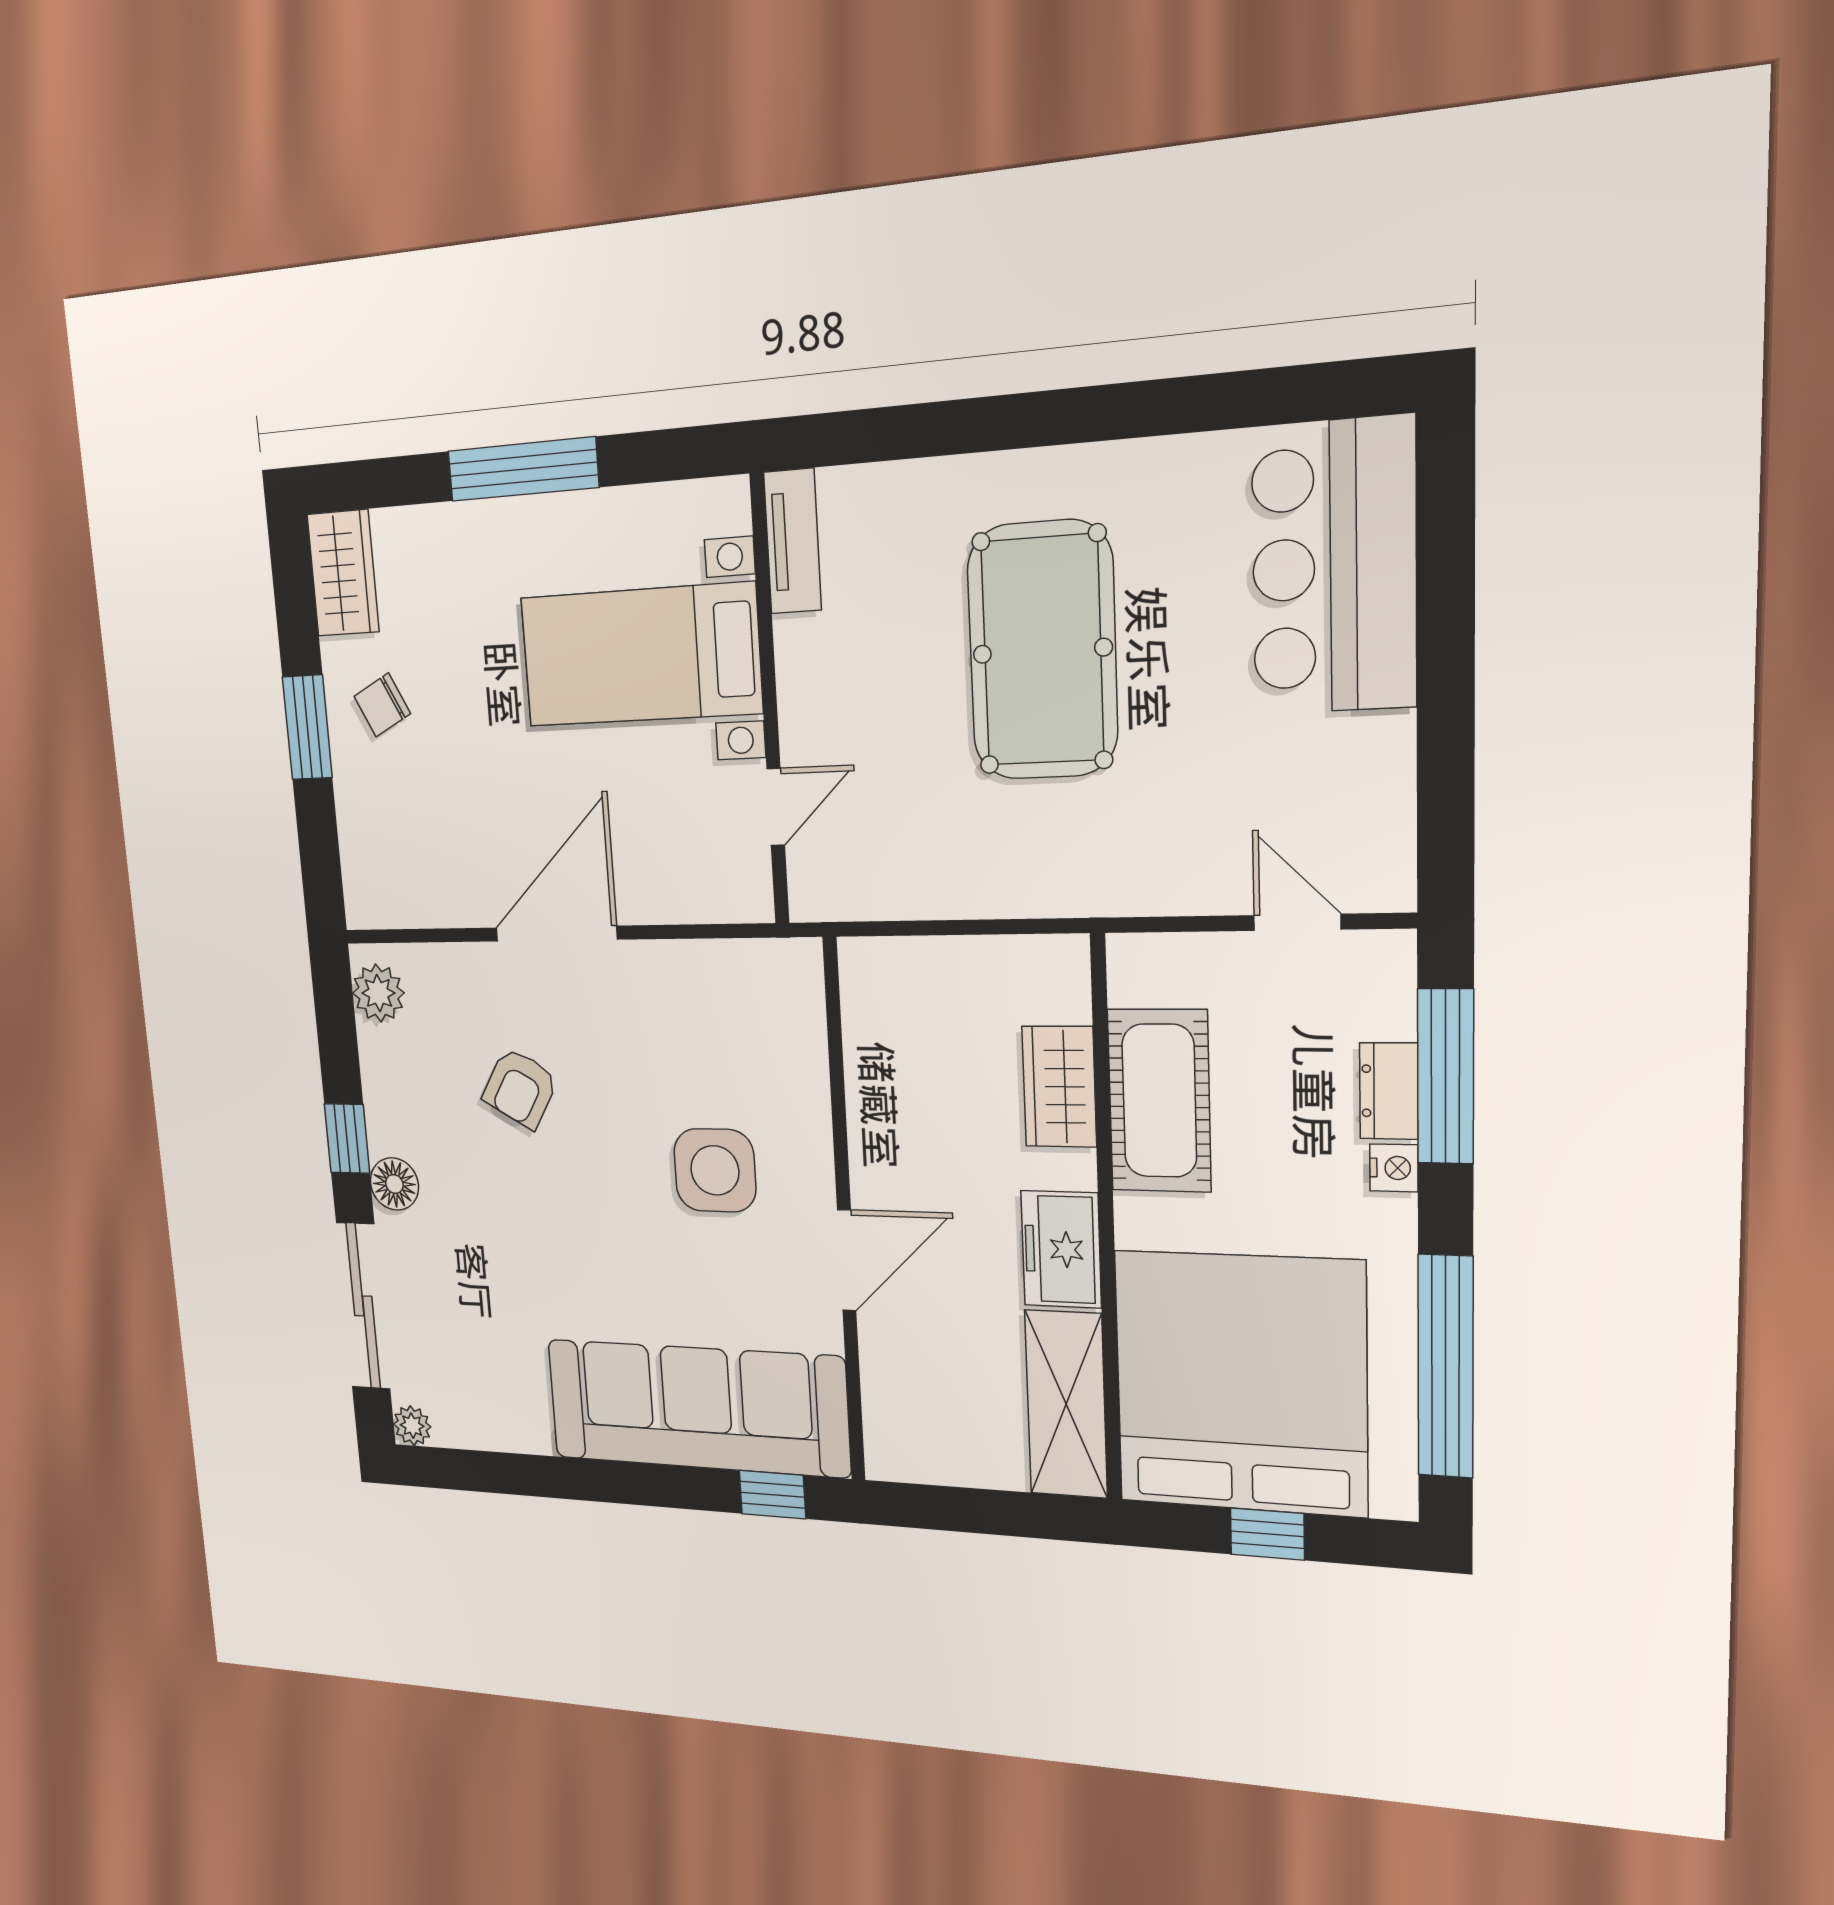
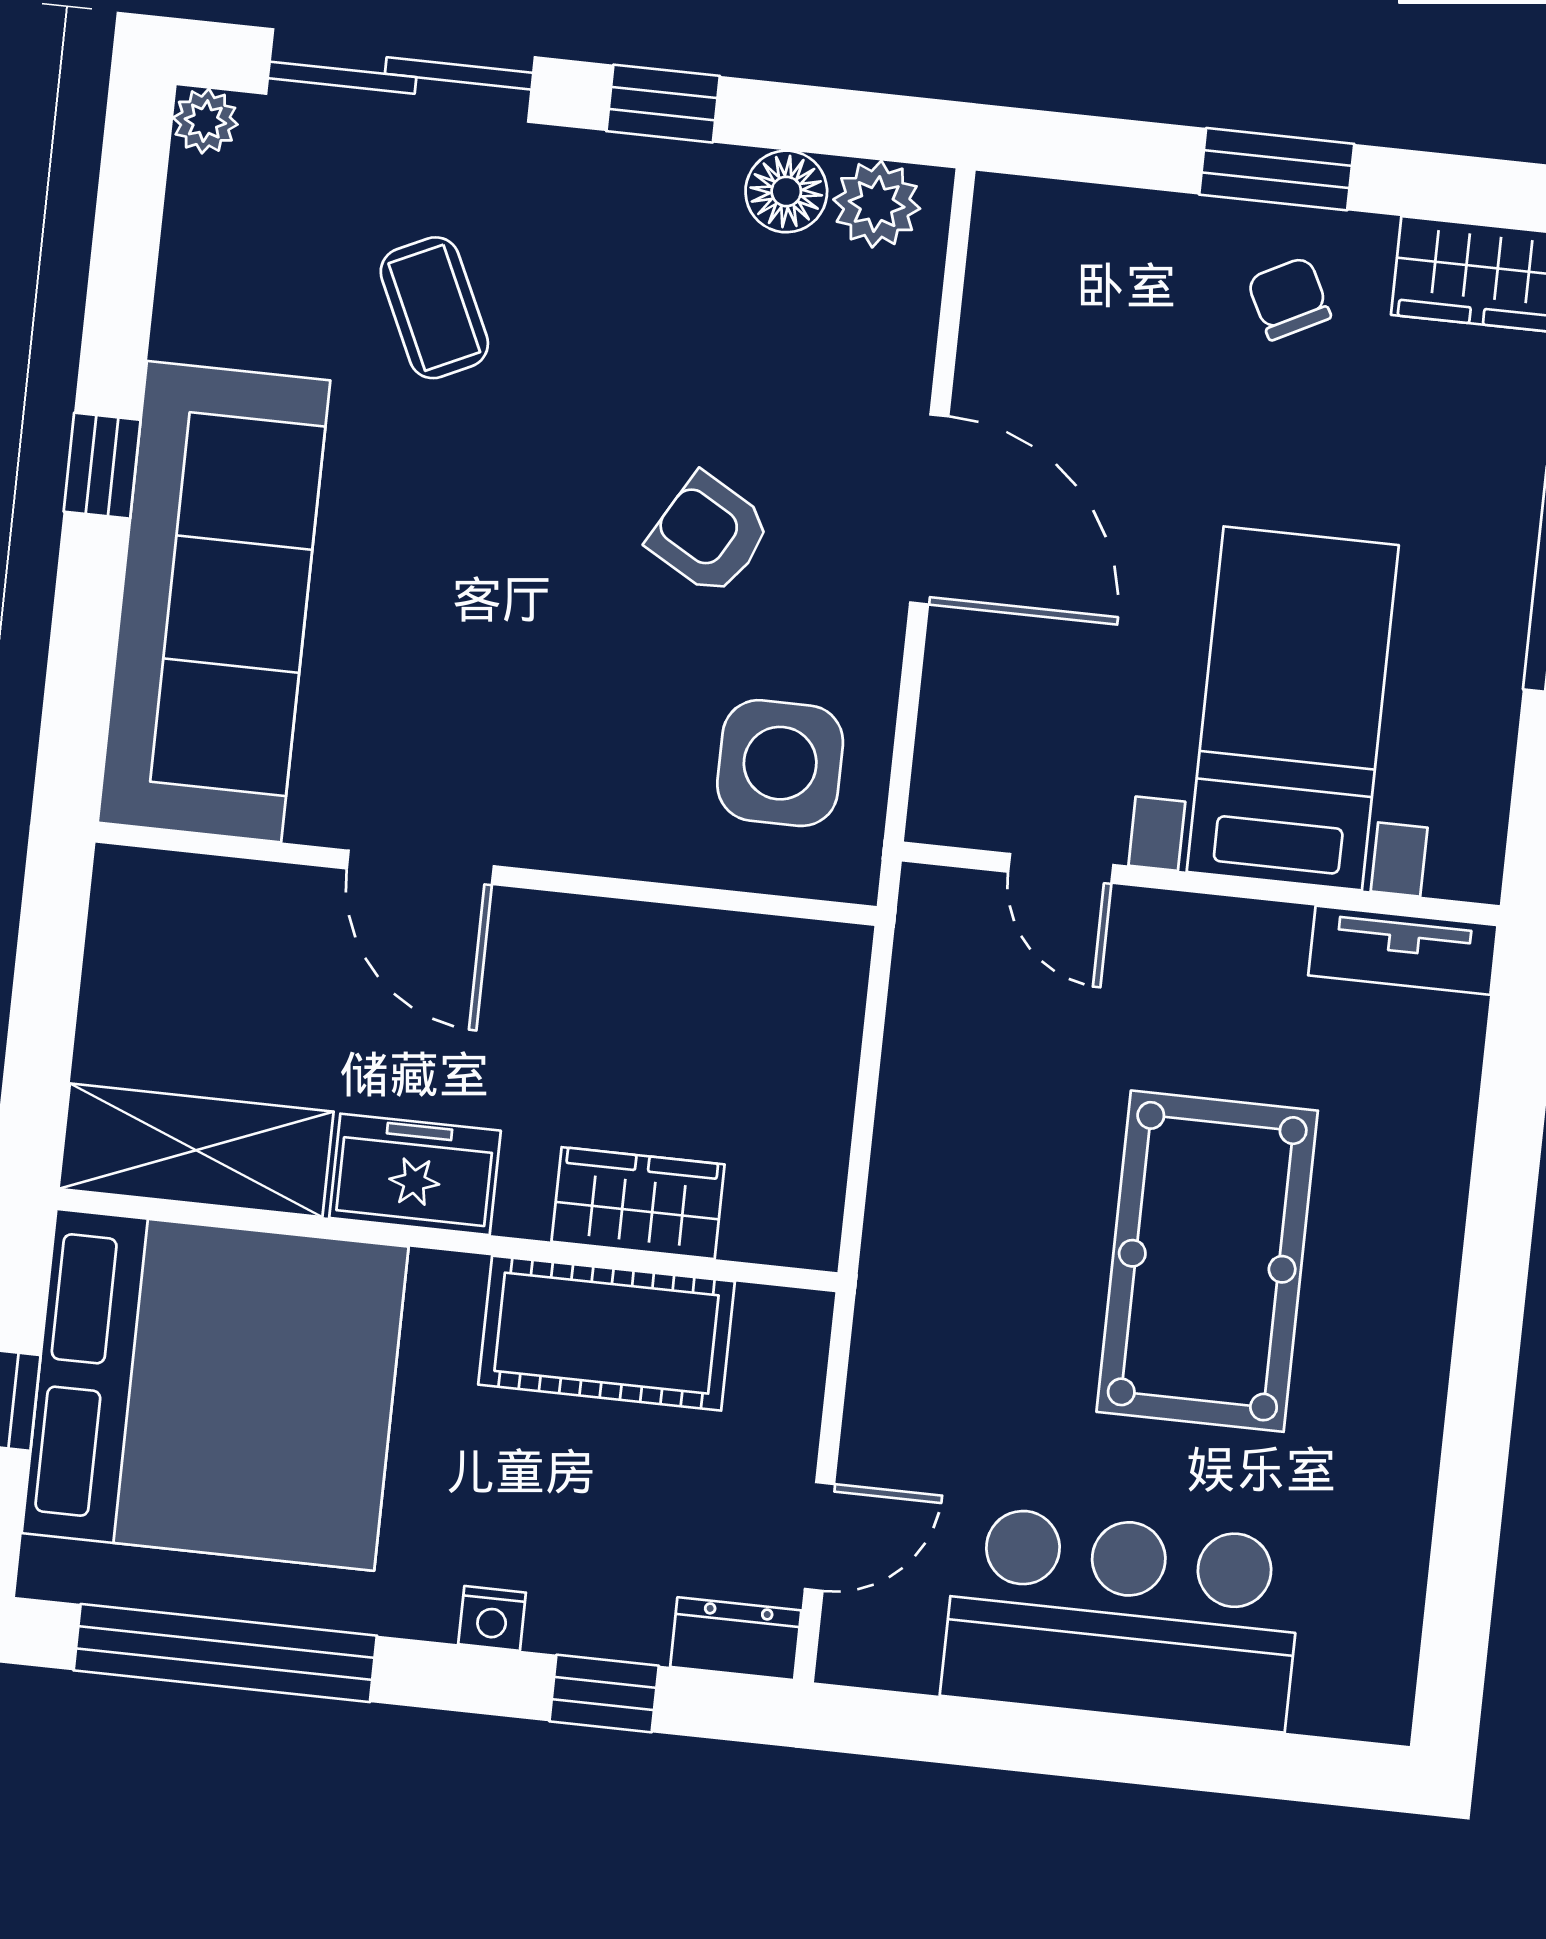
bar counter: (1334, 567) -> (1122, 1618), moved
pool table: (1042, 651) -> (1207, 1261), turned 90
window: (1446, 1077) -> (604, 1694), width x0.46
armchair: (520, 1088) -> (710, 534), moved
dresser: (1389, 1091) -> (736, 1639), moved
side table: (715, 1170) -> (780, 763), moved
floor lamp: (394, 1184) -> (786, 191), moved
coffee table: (493, 1275) -> (434, 308), added
window: (772, 1495) -> (102, 466), moved

